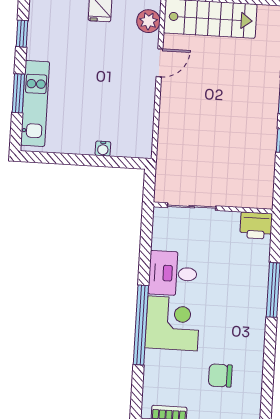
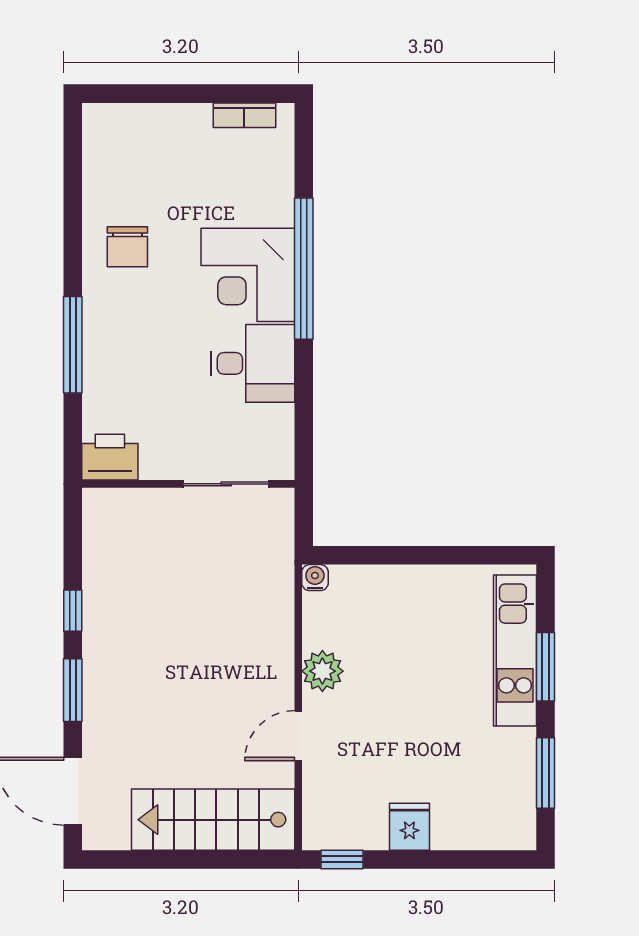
plant: (148, 21) -> (322, 671), moved
window: (22, 34) -> (545, 773), width x1.50
water cooler: (103, 149) -> (315, 578), moved
chair: (220, 375) -> (127, 247), moved, turned 90

